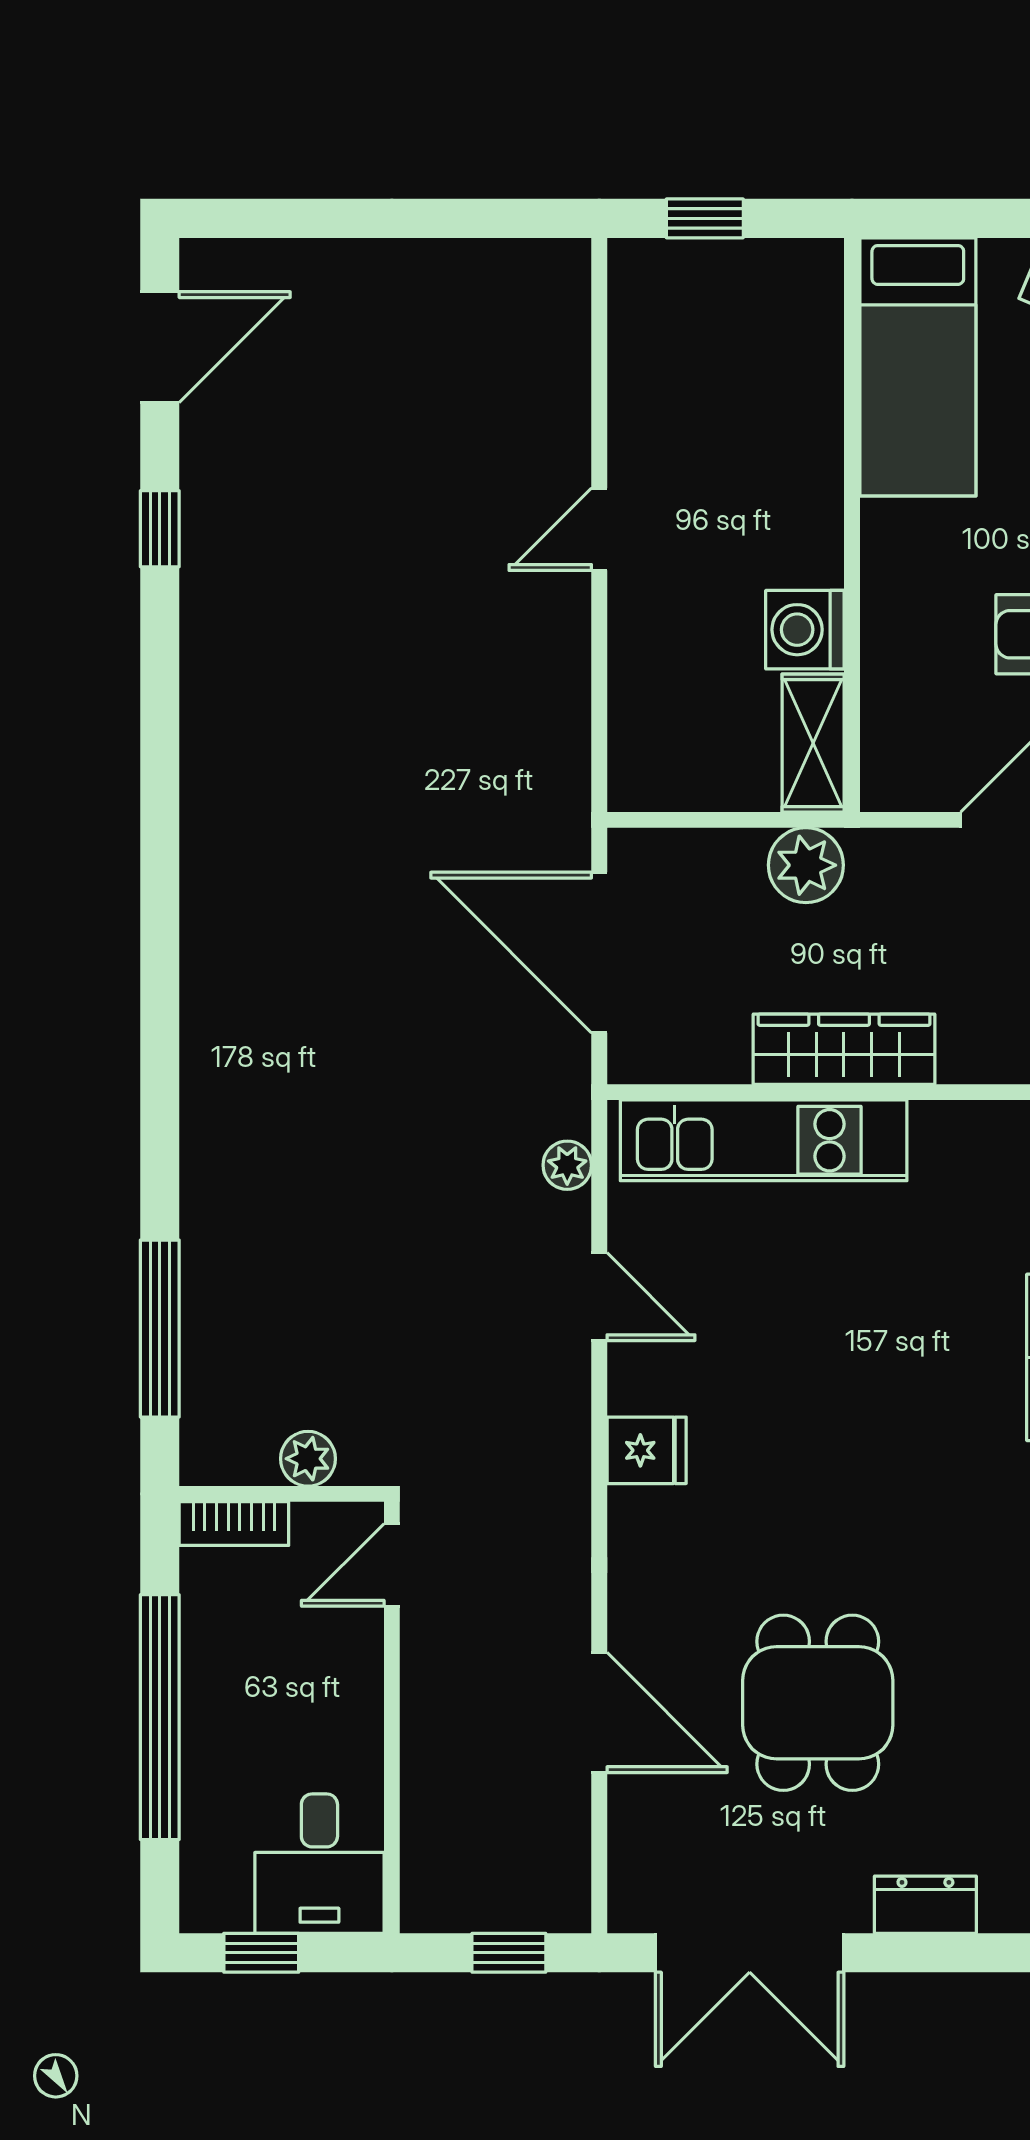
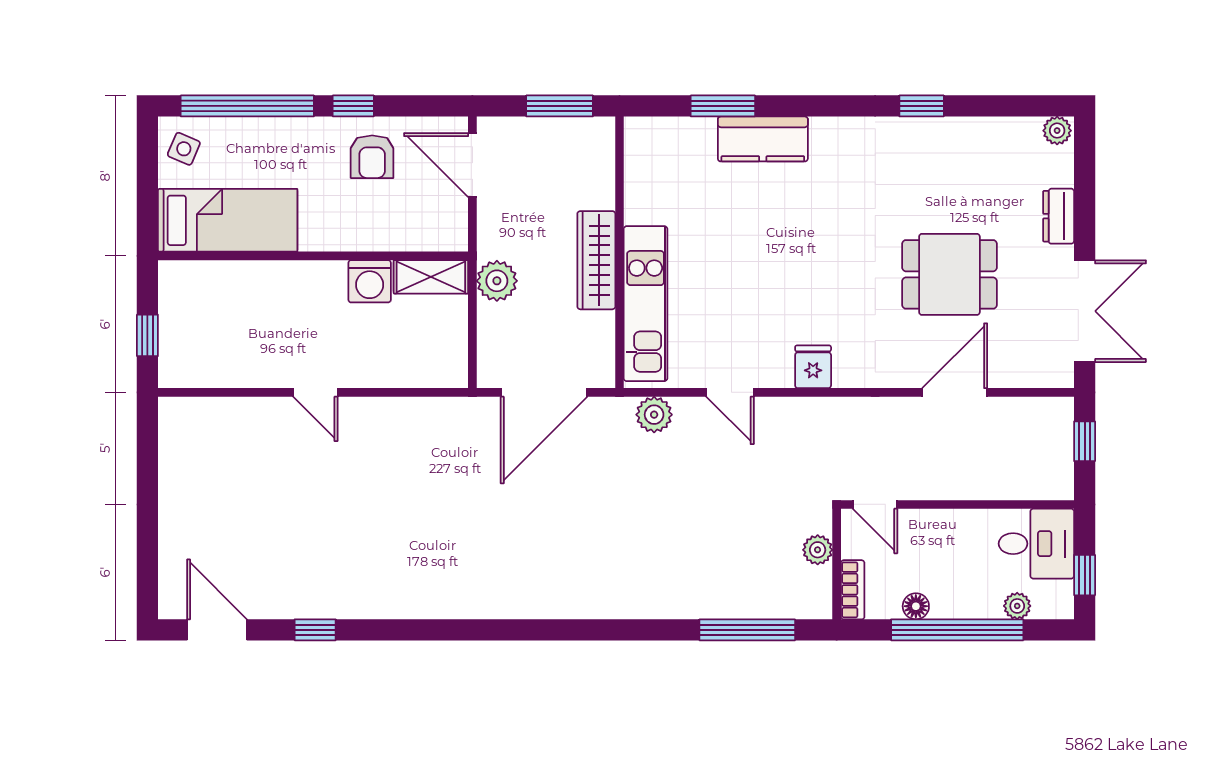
plant: (567, 1165) -> (654, 415), width x1.38, depth x1.38
door: (599, 1297) -> (730, 392), swing flipped
floor lamp: (204, 1641) -> (916, 606), added
plant: (204, 1828) -> (1017, 606), added

